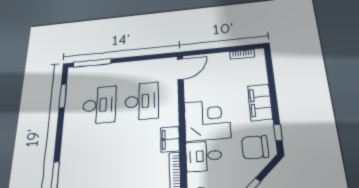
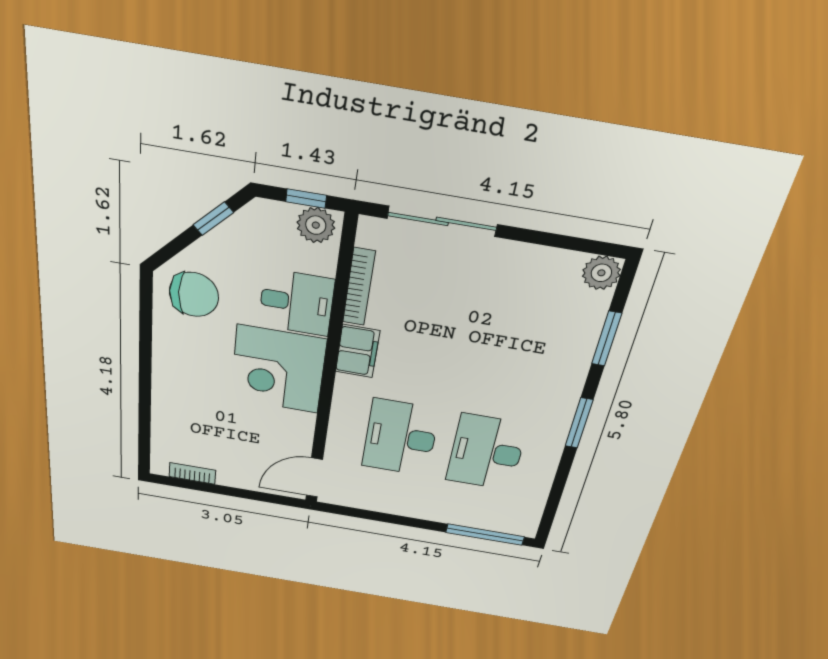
window: (63, 96) -> (579, 423), moved
filing cabinet: (260, 102) -> (172, 376), removed
window: (278, 133) -> (146, 311), removed

